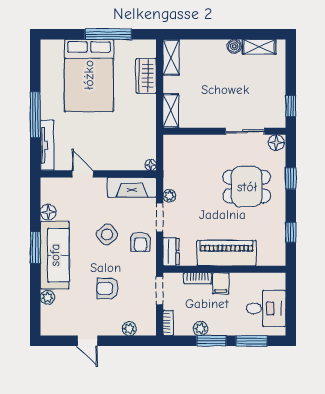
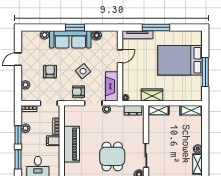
wardrobe: (146, 76) -> (152, 95), moved
dresser: (171, 252) -> (133, 110), moved

